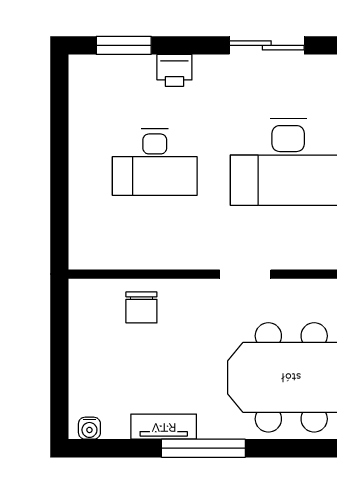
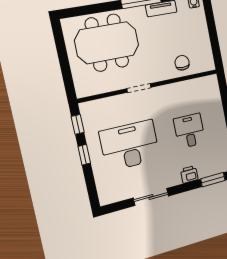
desk: (155, 162) -> (189, 131), width x0.73

